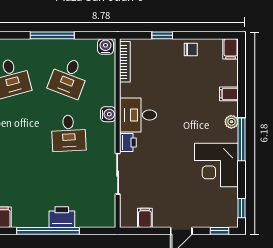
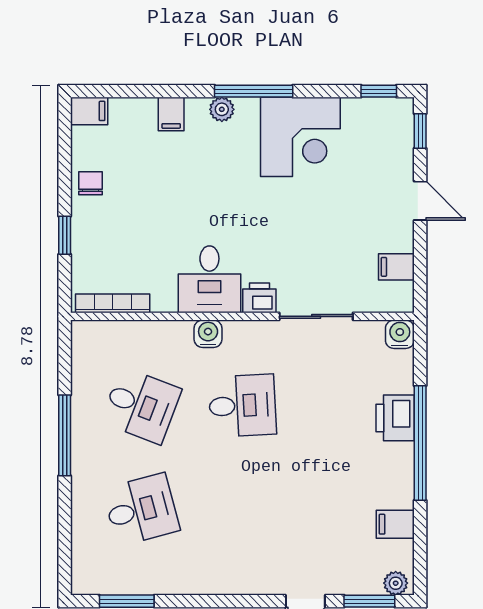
water cooler: (105, 47) -> (400, 334), moved, turned 90

